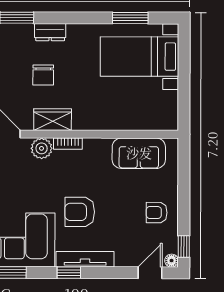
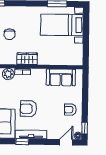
dresser: (50, 32) -> (14, 11), removed
wardrobe: (53, 120) -> (27, 59), moved

